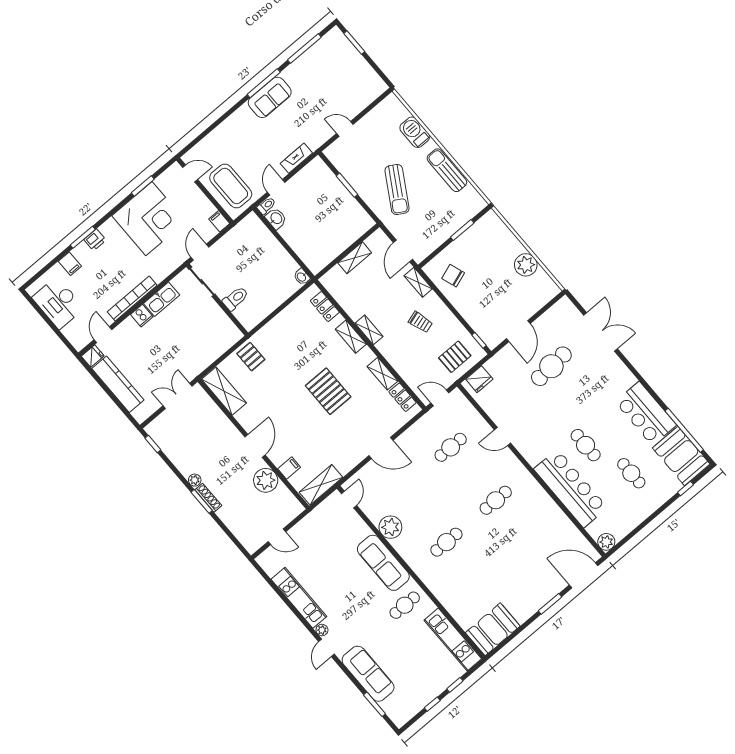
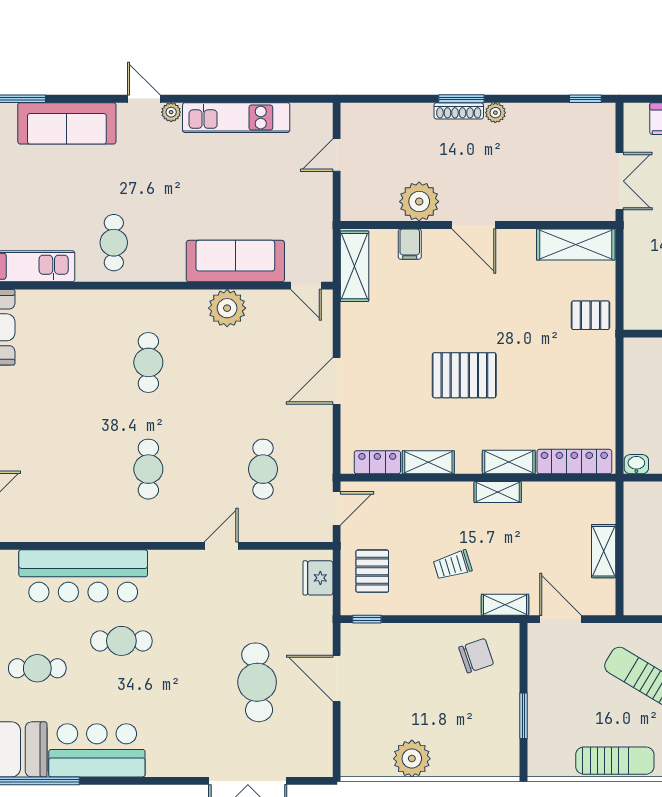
locker: (325, 307) -> (574, 462), width x1.53
sofa: (383, 563) -> (235, 261), moved

